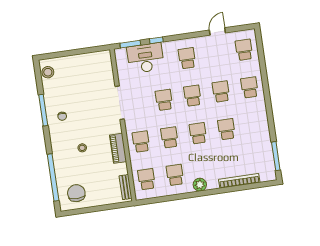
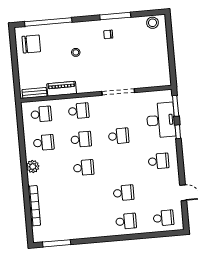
school desk: (193, 96) -> (121, 164), removed
school desk: (227, 129) -> (86, 196), removed
piano: (118, 148) -> (62, 89), moved

